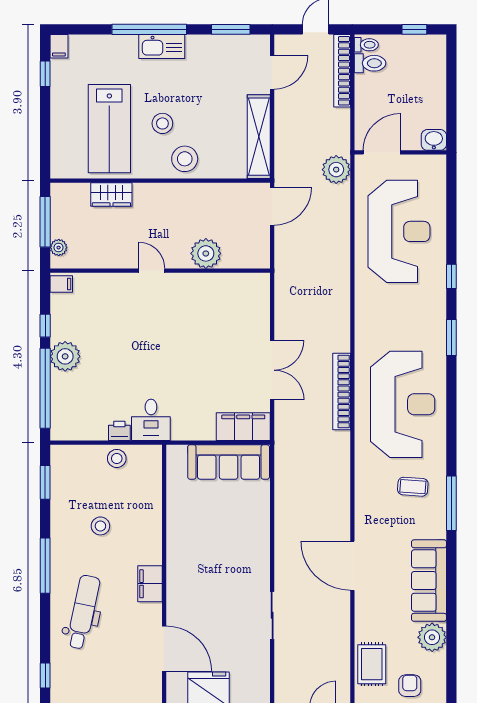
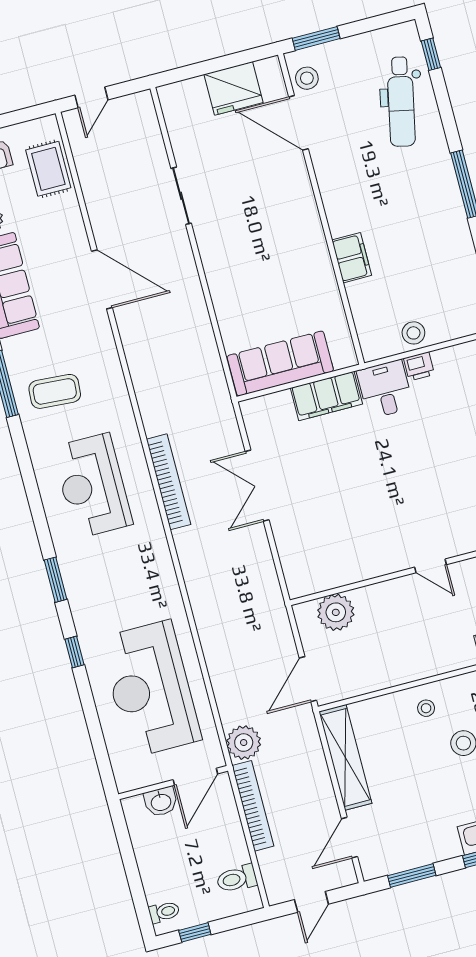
toilet: (366, 45) -> (164, 912), moved, turned 180
bookcase: (342, 71) -> (253, 806), moved
washbasin: (434, 140) -> (161, 802), moved
stool: (185, 159) -> (426, 708), width x0.53, depth x0.53
plant: (206, 253) -> (336, 612), moved
reception desk: (403, 404) -> (92, 486), width x0.74, depth x0.77
filing cabinet: (243, 427) -> (326, 396), moved
coffee table: (413, 487) -> (55, 391), width x1.36, depth x1.30
stool: (100, 526) -> (307, 78), moved
filing cabinet: (150, 584) -> (352, 258), moved
dental chair: (83, 612) -> (401, 102), moved

